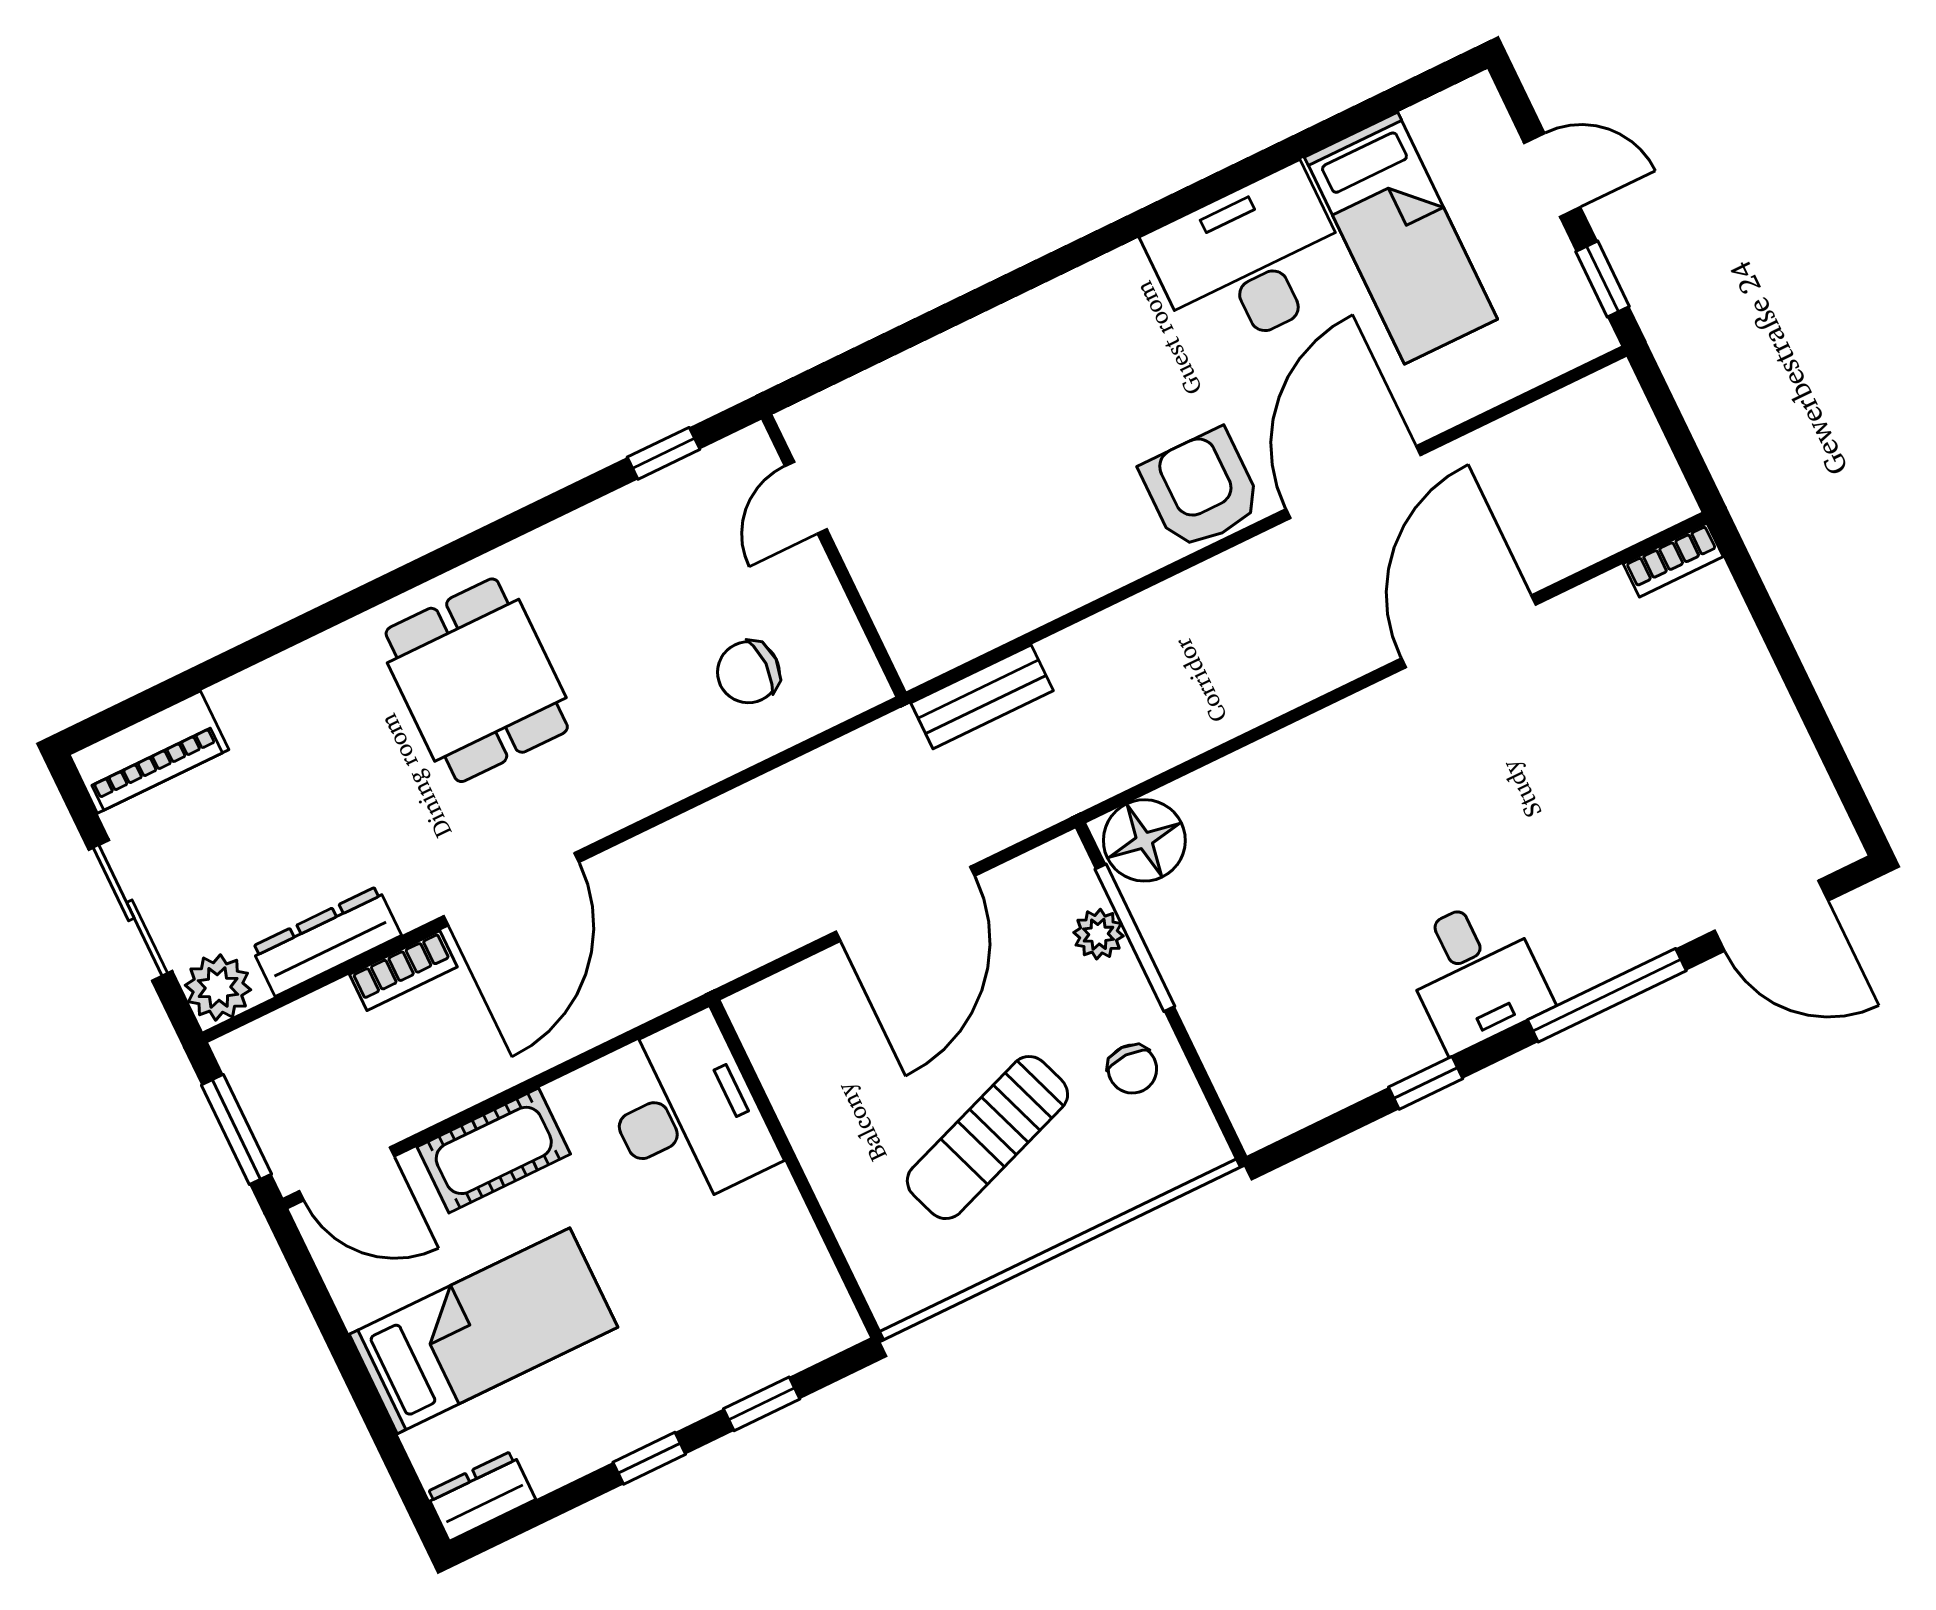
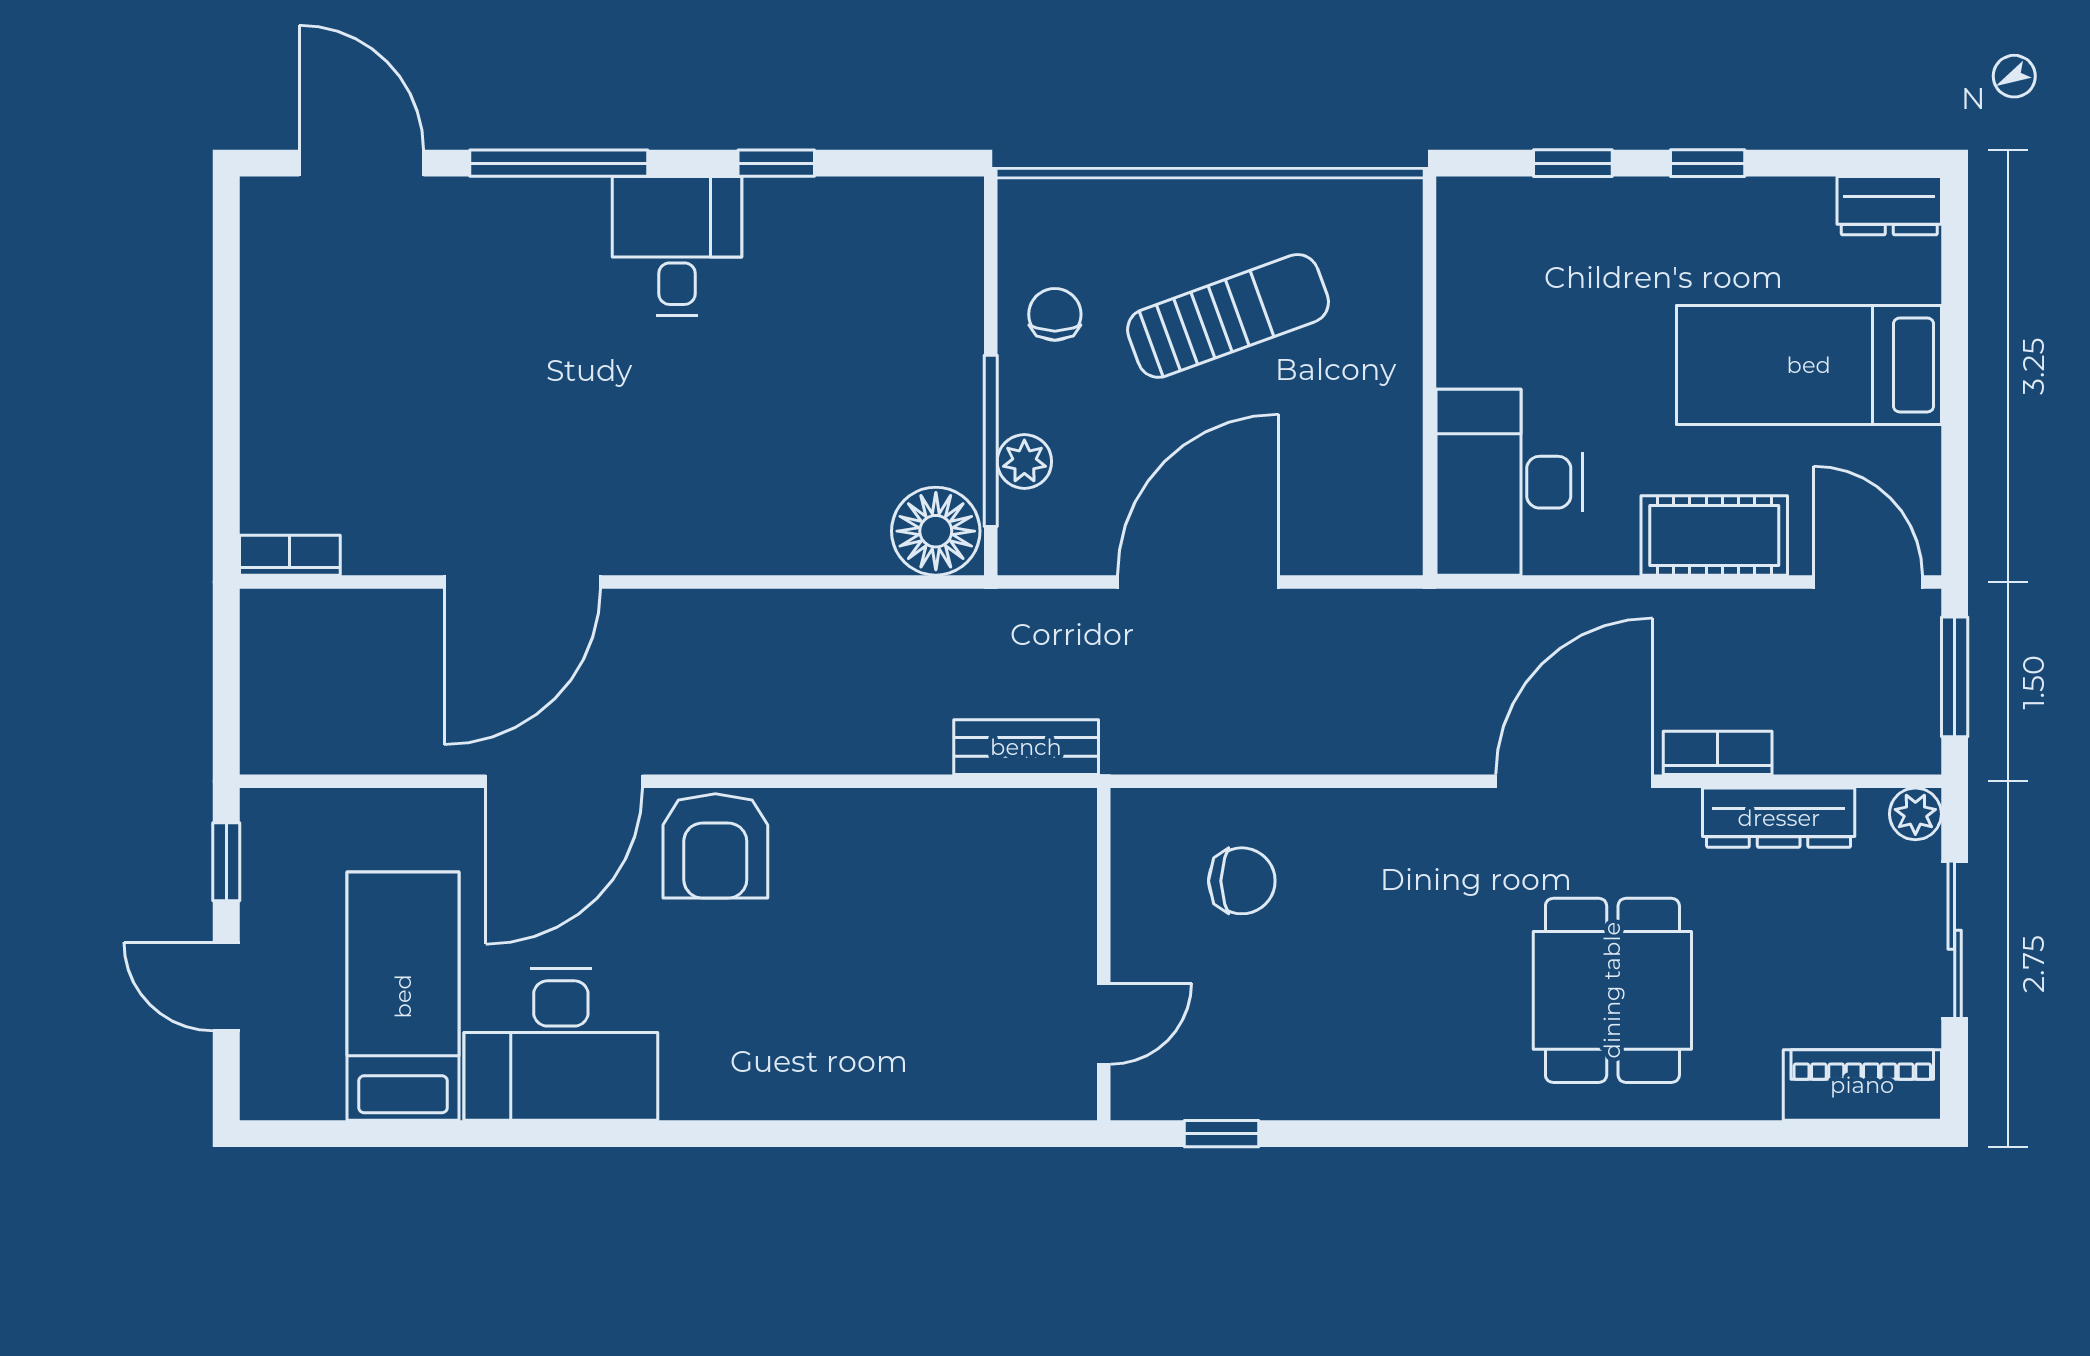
dining table: (477, 680) -> (1612, 990), moved
plant: (218, 987) -> (1915, 814), width x0.73, depth x0.73

